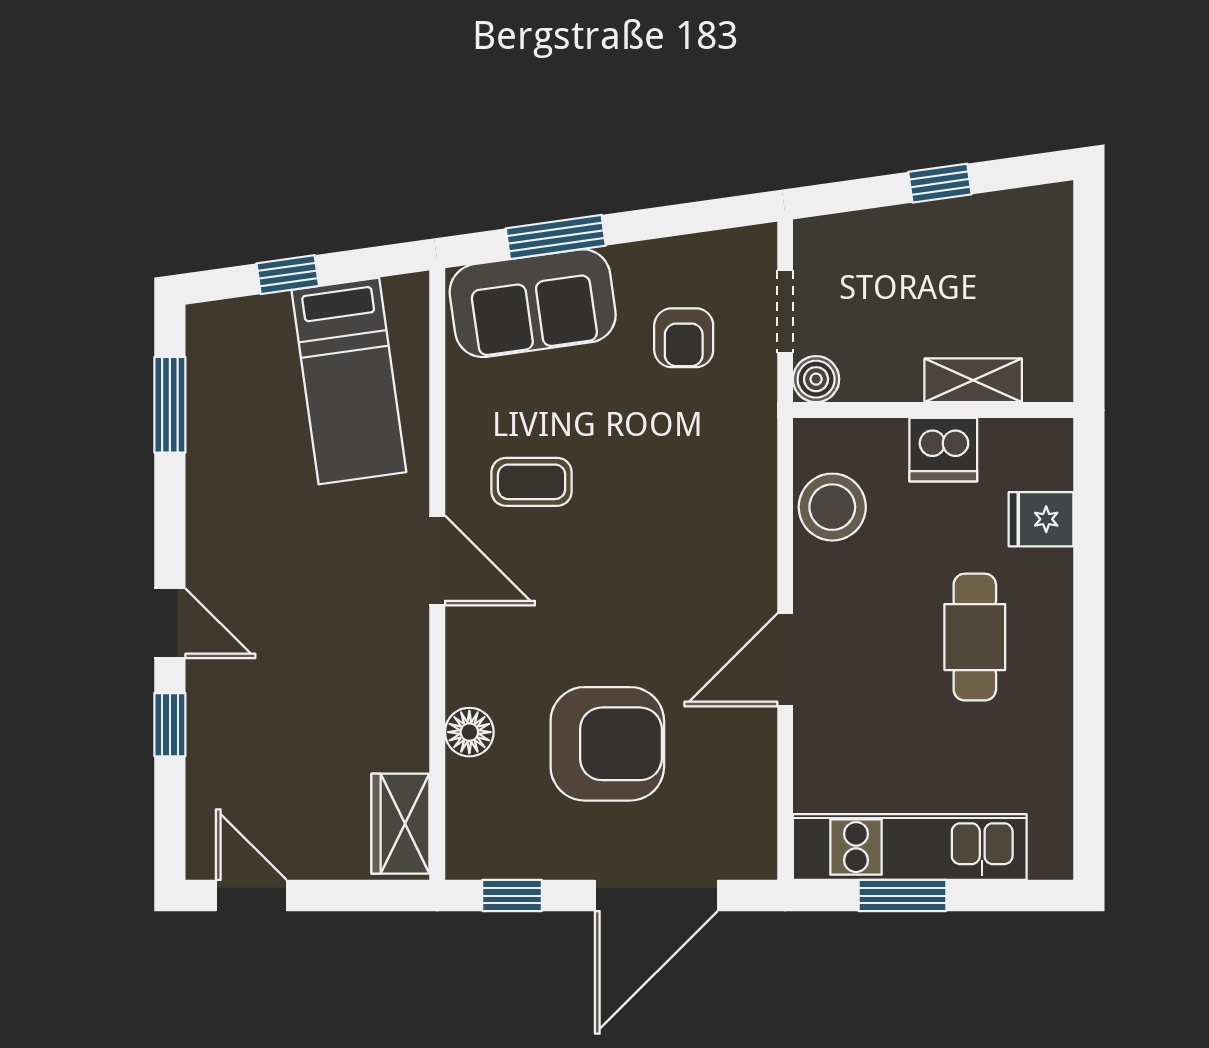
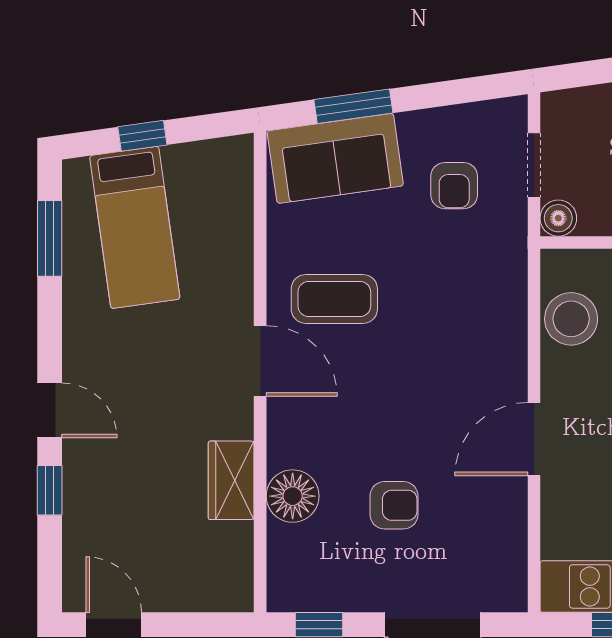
bed: (349, 381) -> (135, 227), moved
coffee table: (532, 482) -> (334, 299), width x1.36, depth x1.30
floor lamp: (469, 732) -> (293, 496), width x1.38, depth x1.38
armchair: (607, 744) -> (394, 505), width x0.53, depth x0.53
wardrobe: (400, 824) -> (231, 480), moved

